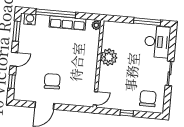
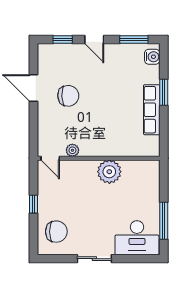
window: (56, 13) -> (164, 92), width x0.47
plant: (96, 25) -> (72, 150), moved

